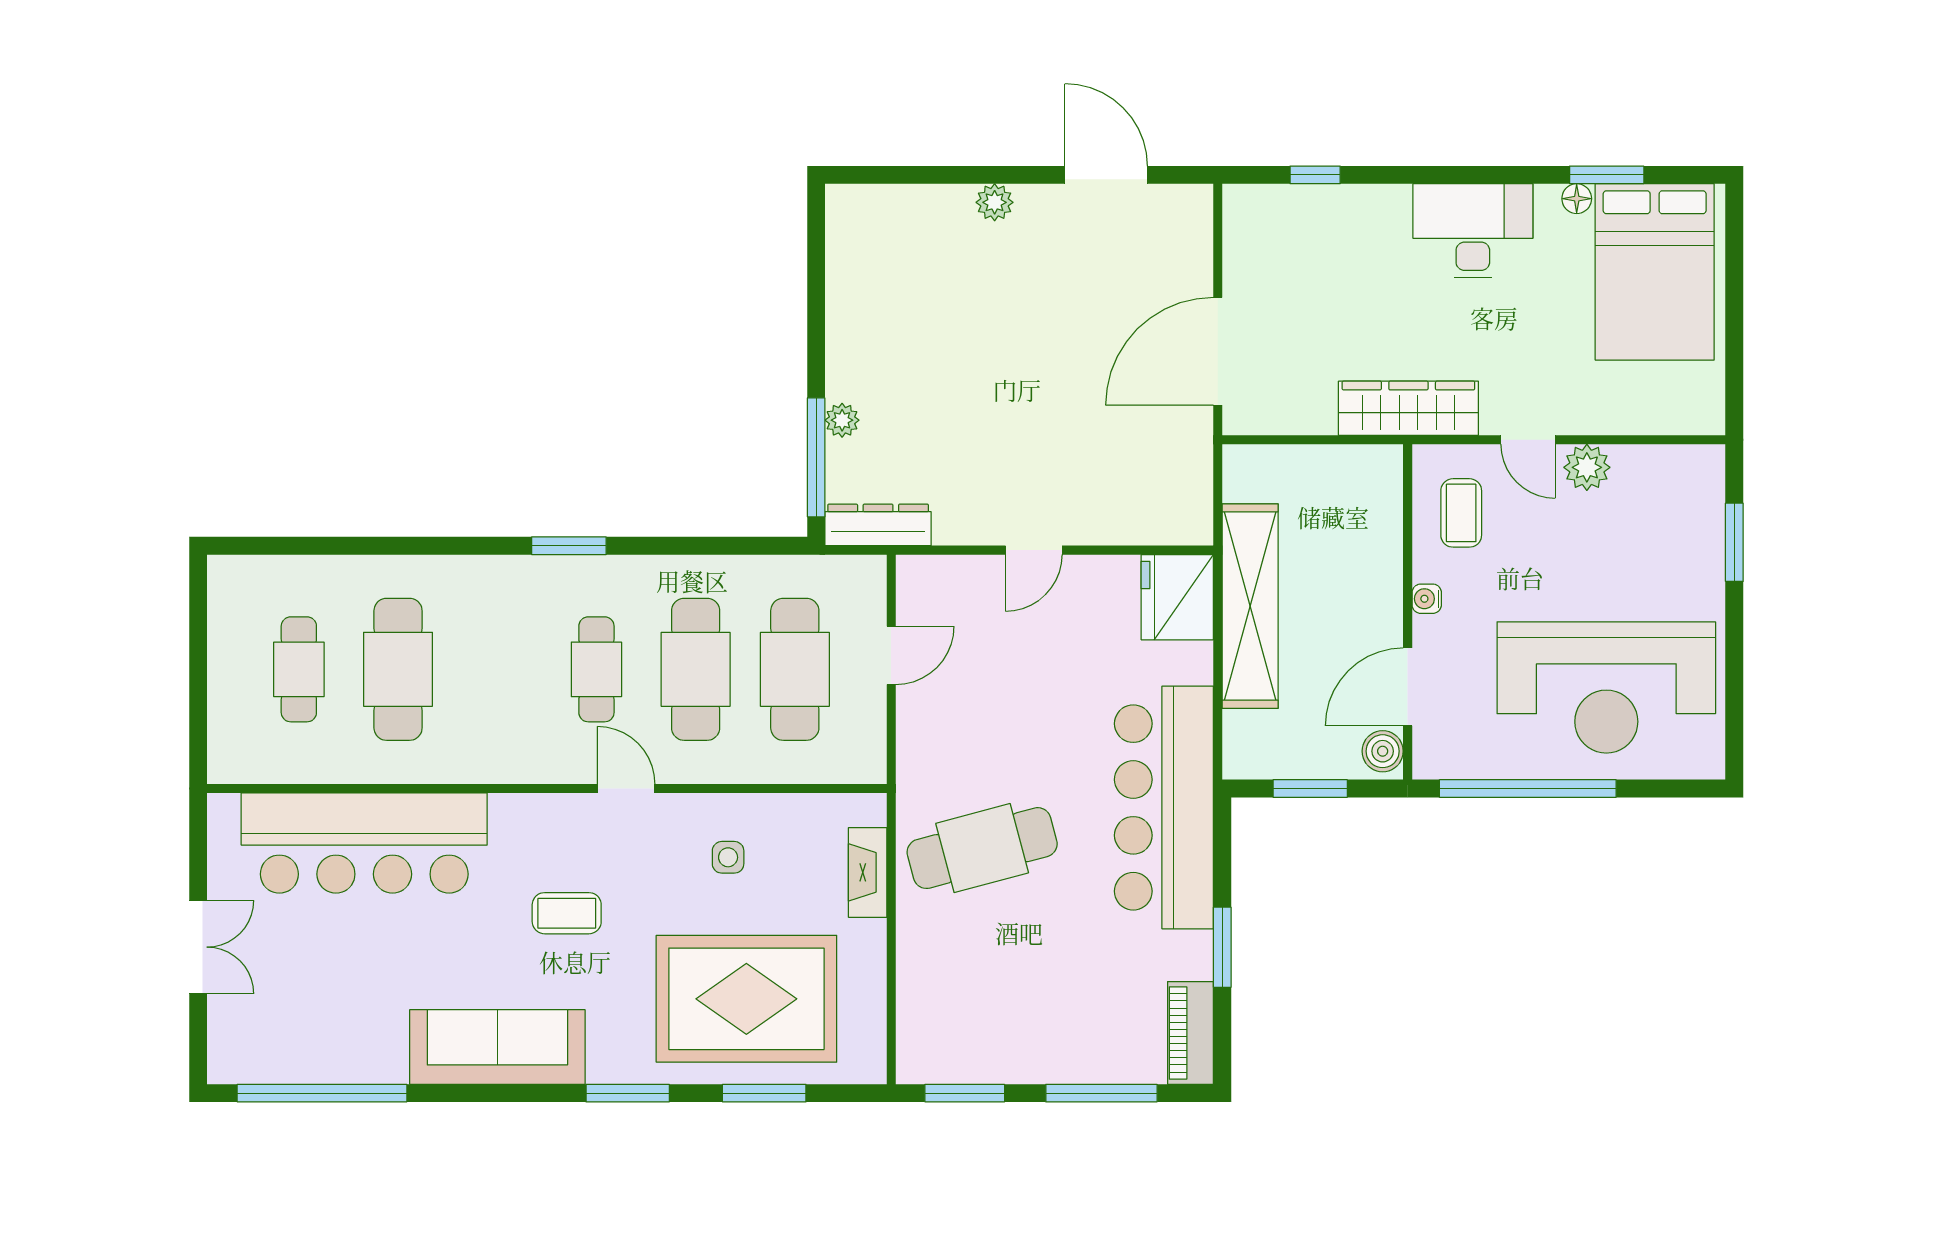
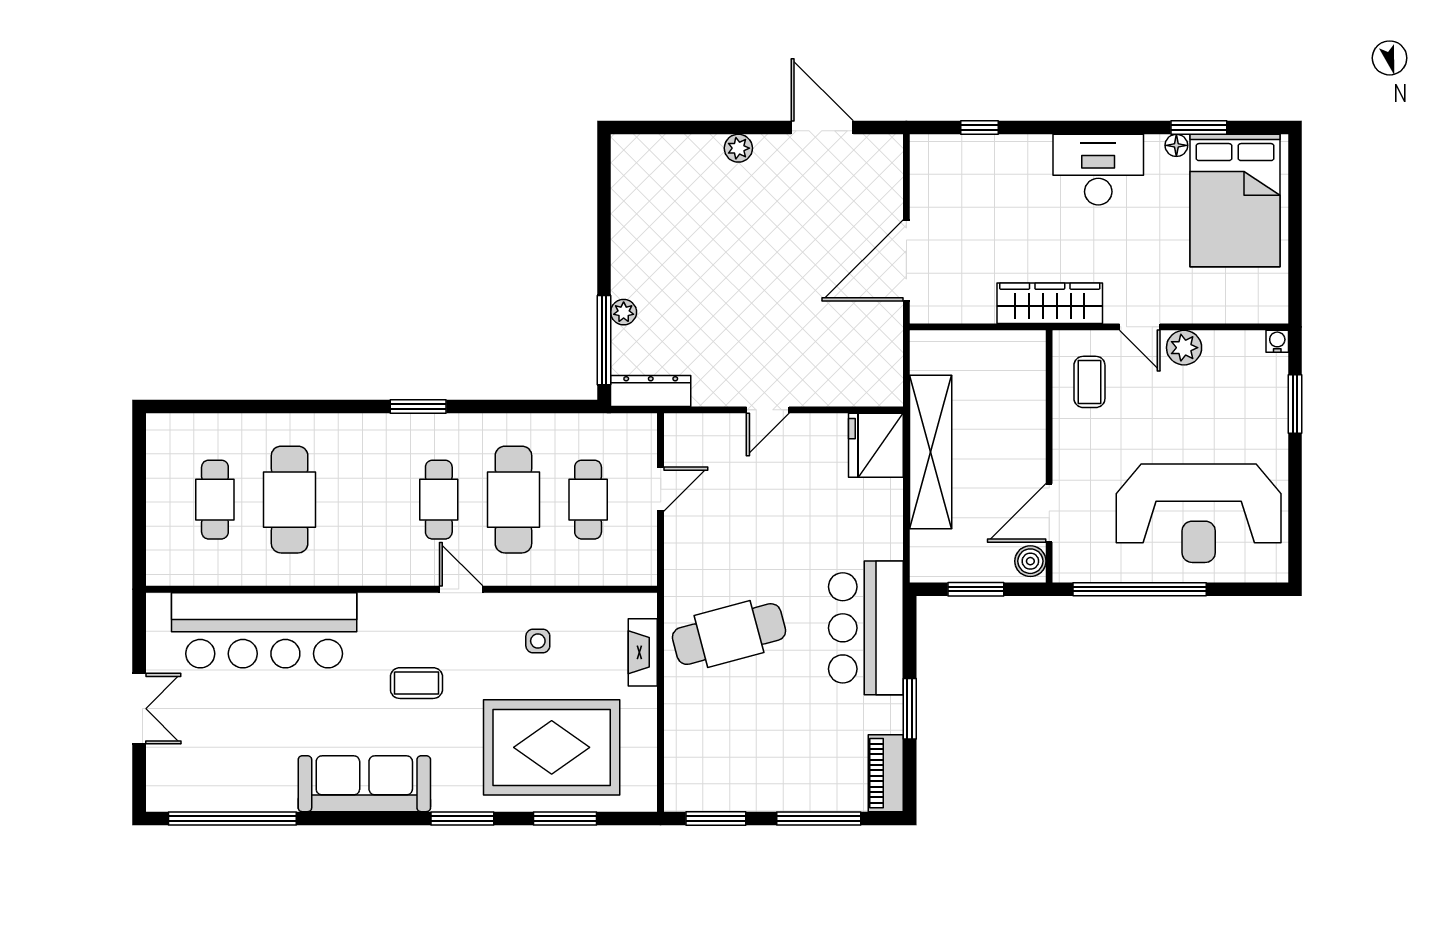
water cooler: (1427, 599) -> (1277, 341), moved, turned 90
cafe table: (795, 669) -> (588, 500), width x0.73, depth x0.74
bar counter: (1164, 807) -> (866, 628), width x0.73

